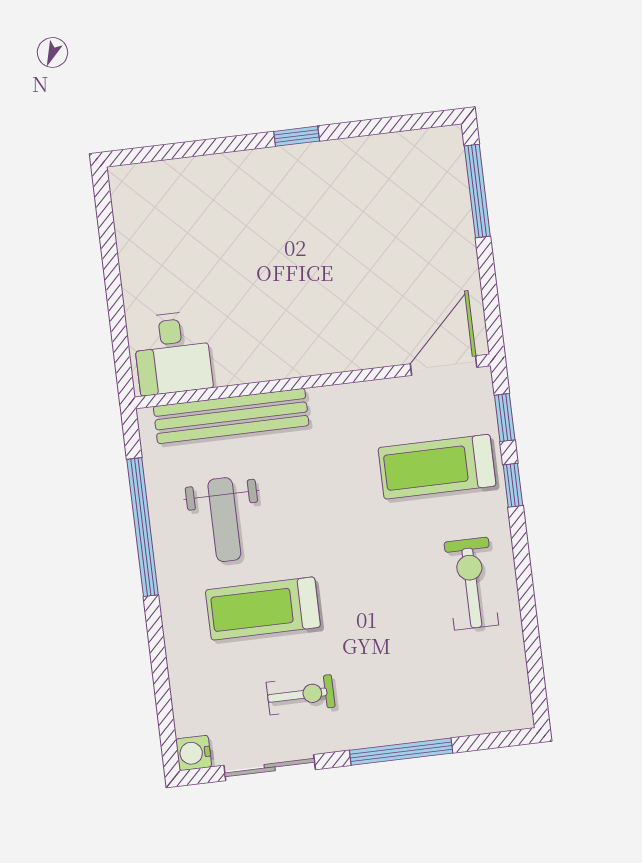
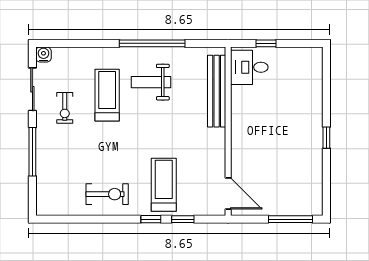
window: (114, 287) -> (266, 43), added
desk: (173, 353) -> (249, 67), moved
door: (444, 366) -> (228, 194), moved
wall: (313, 381) -> (228, 131), moved
bench: (231, 416) -> (217, 91), moved

